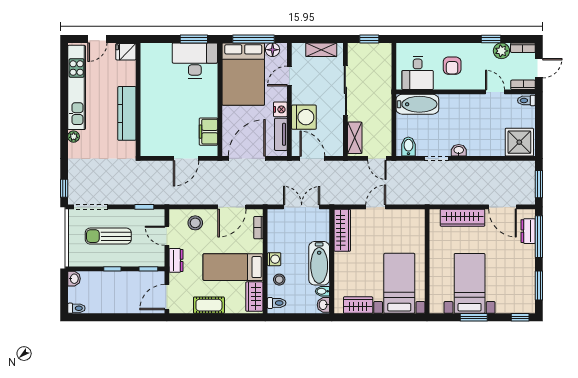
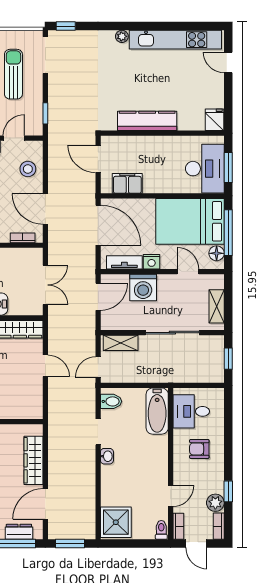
fridge: (126, 52) -> (214, 120), moved
wall: (138, 99) -> (162, 133), moved
kitchen counter: (127, 113) -> (147, 121), moved

